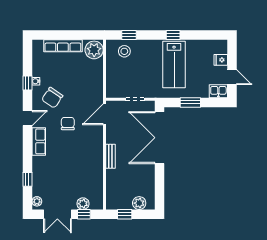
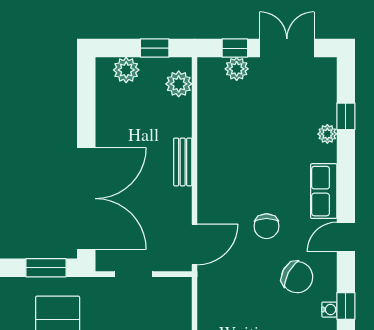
chair: (52, 98) -> (297, 277), turned 84
window: (190, 102) -> (46, 268), moved
plant: (112, 196) -> (179, 84), added
plant: (37, 201) -> (327, 134), moved

